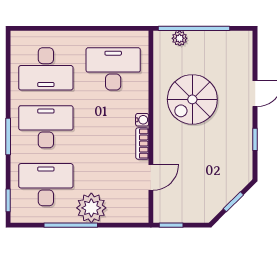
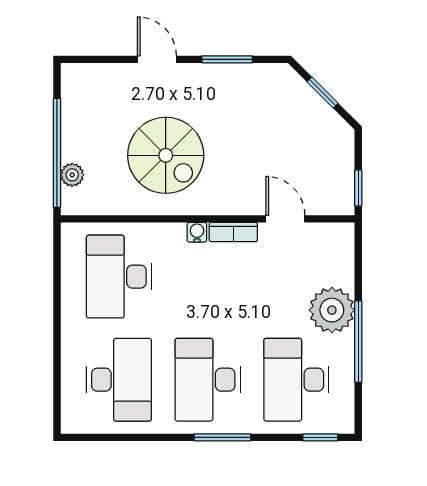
window: (255, 139) -> (227, 59), width x1.50

